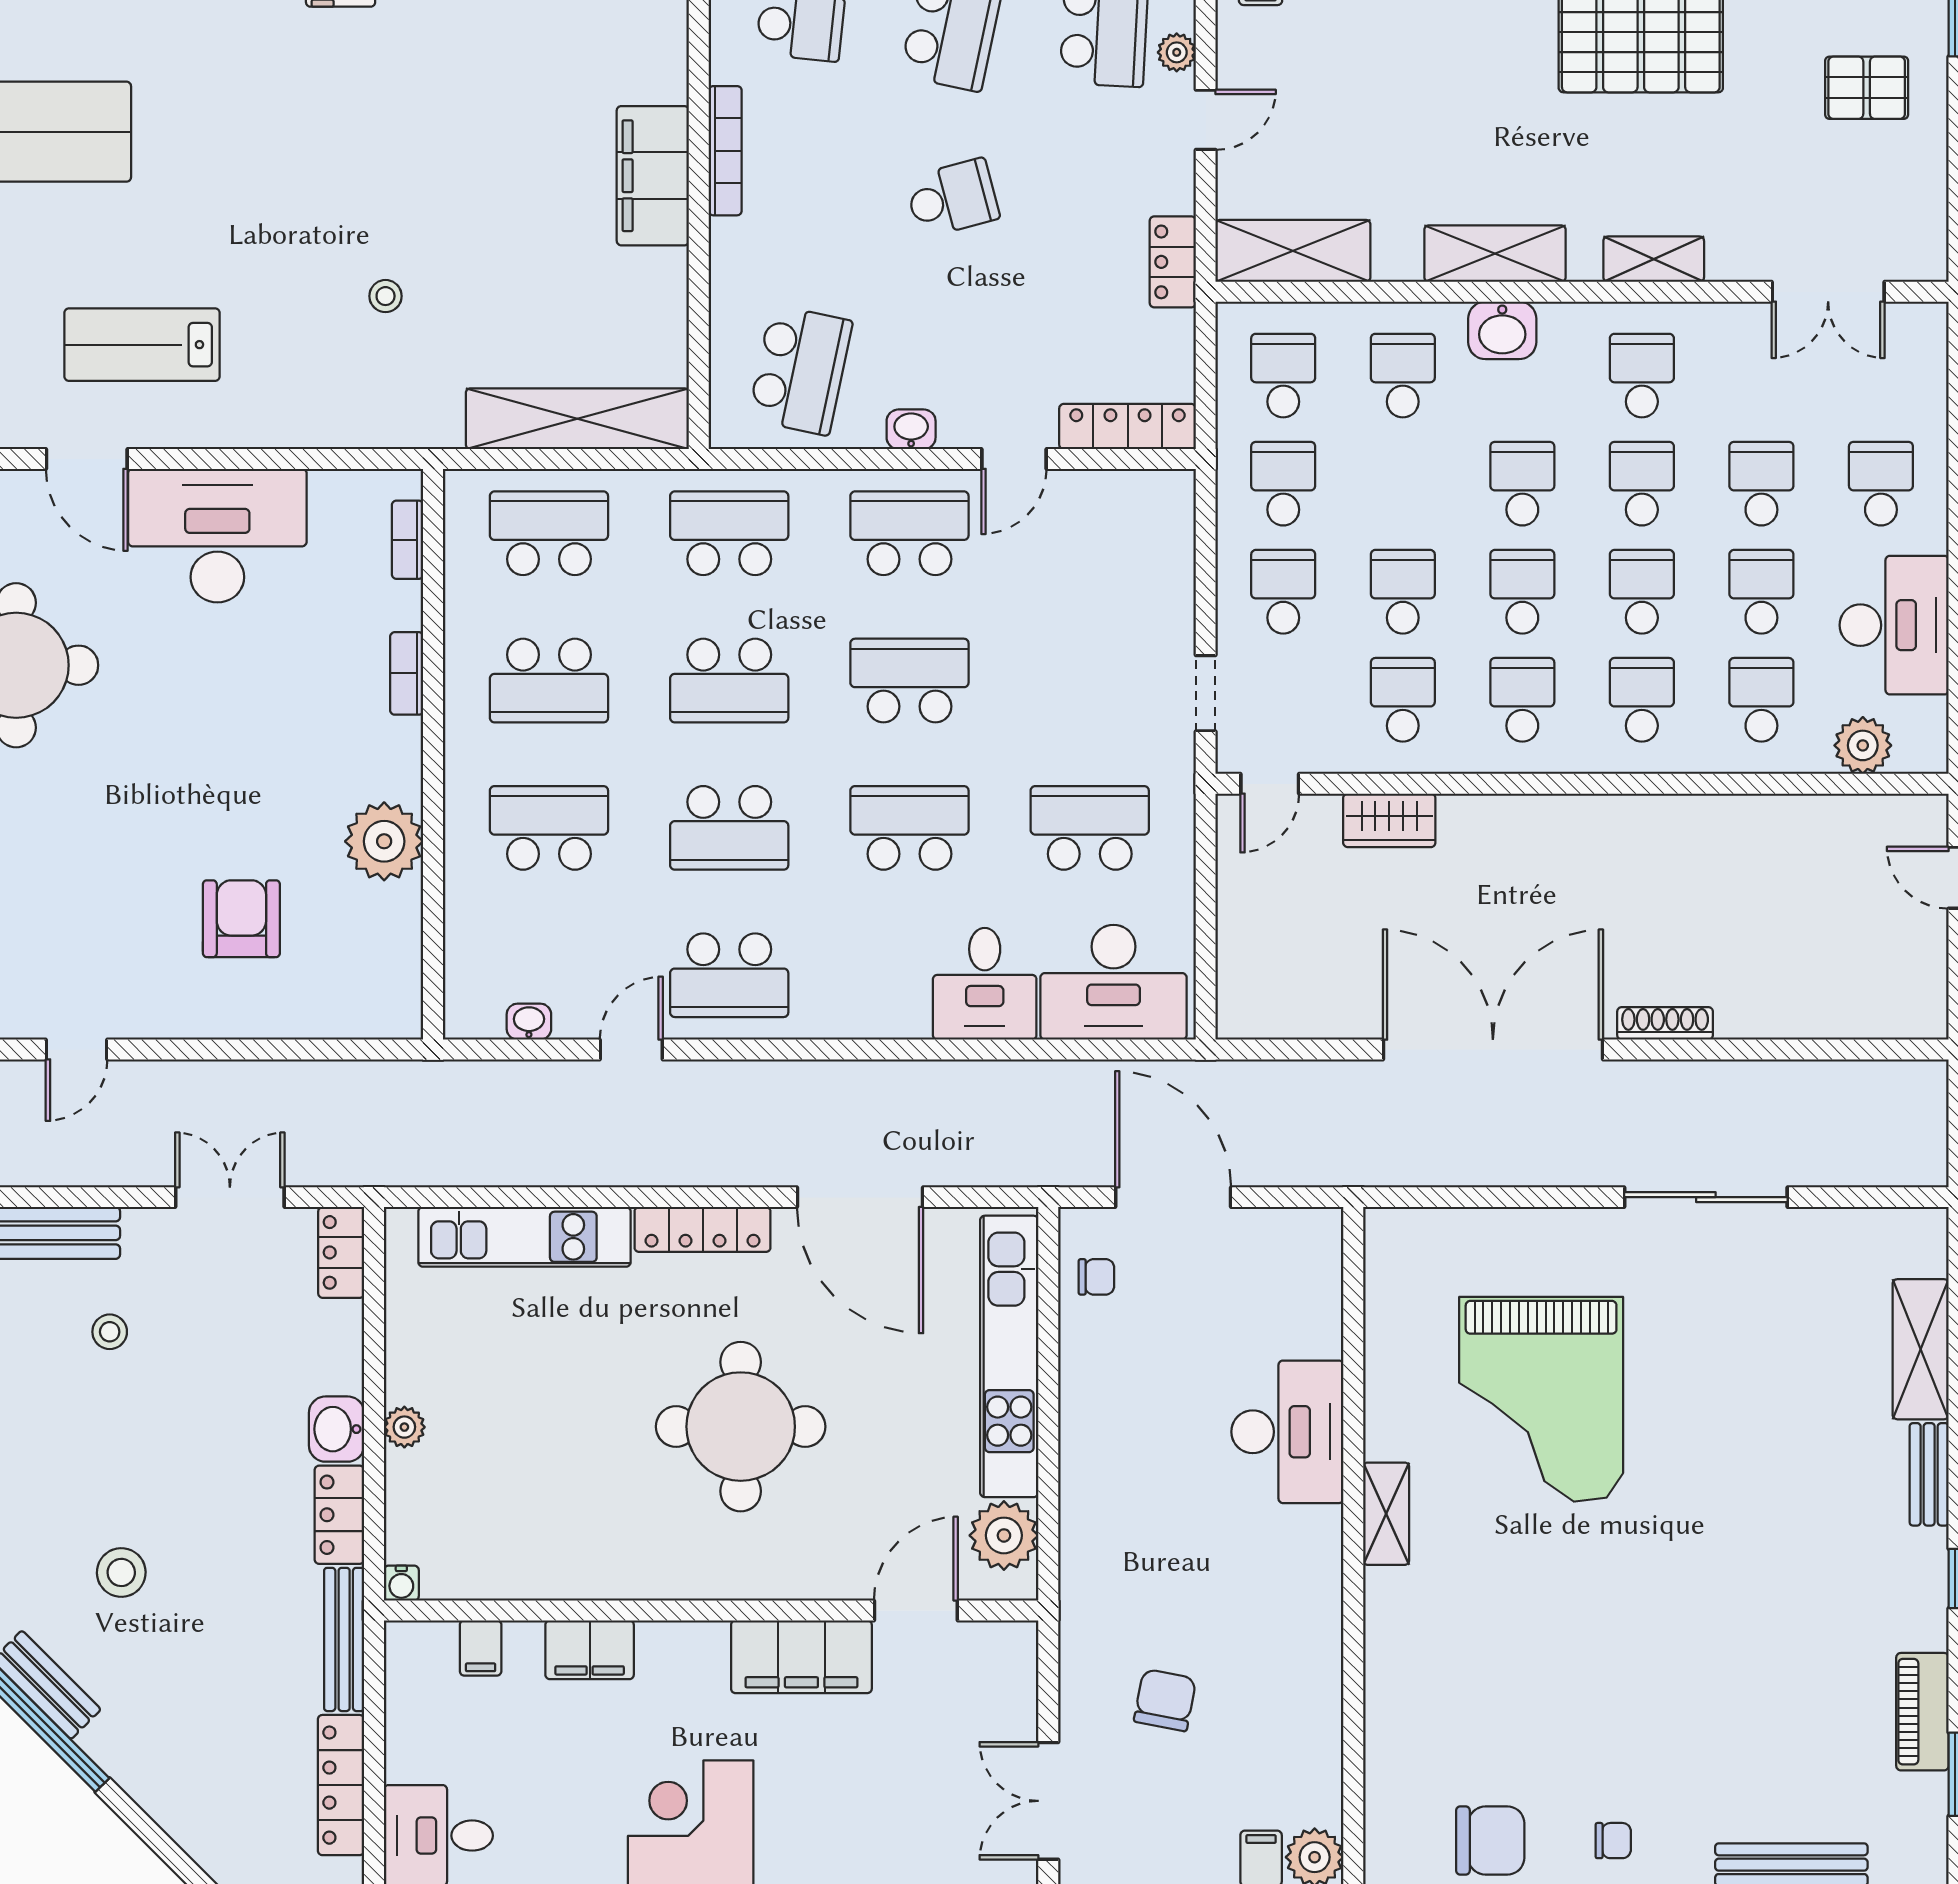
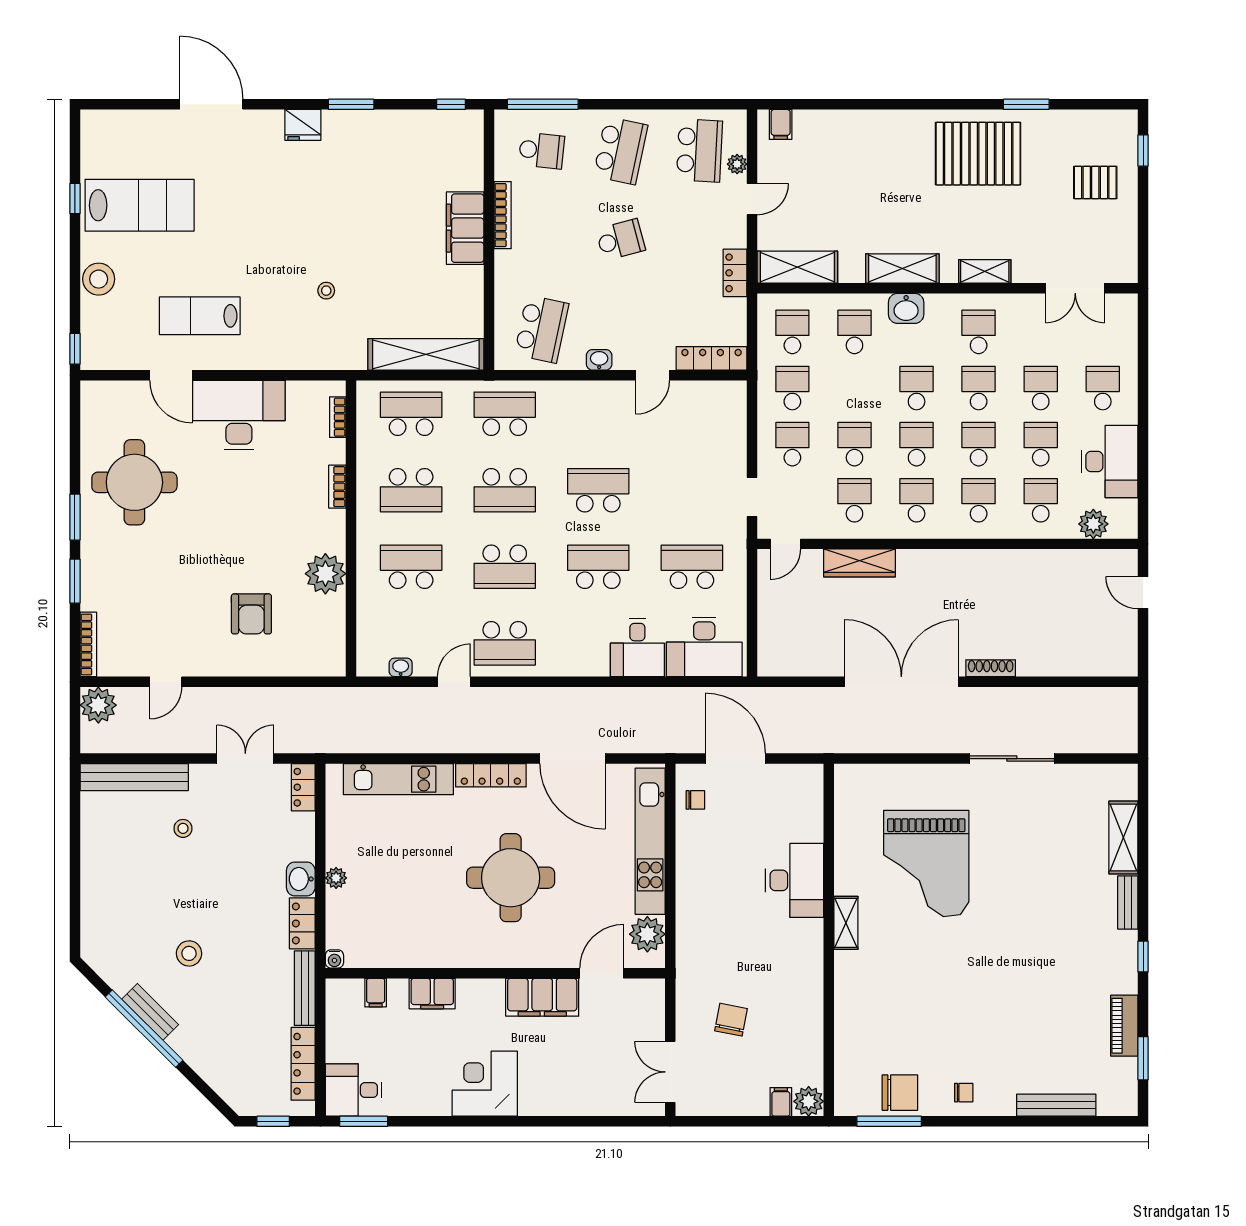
school desk: (909, 533) -> (598, 414), removed
wardrobe: (1389, 820) -> (859, 563), width x1.50
armchair: (241, 919) -> (251, 614), turned 180

